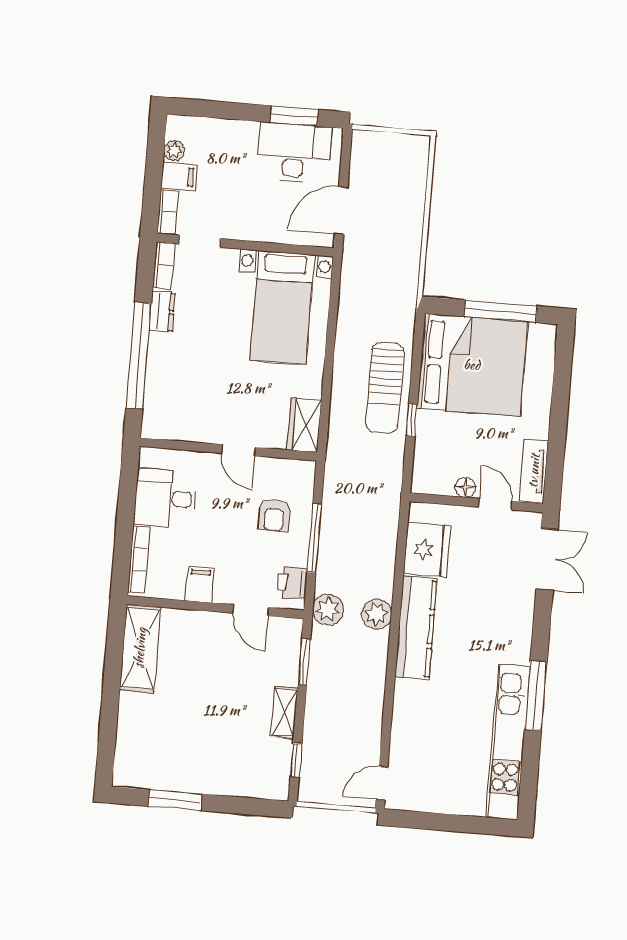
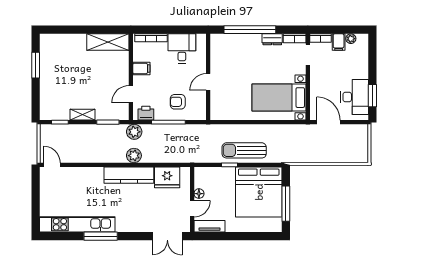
wardrobe: (304, 425) -> (223, 113), removed

